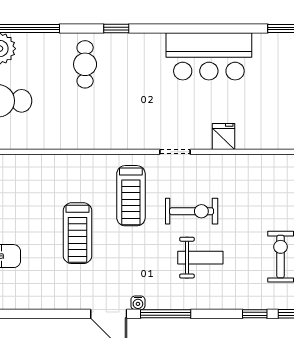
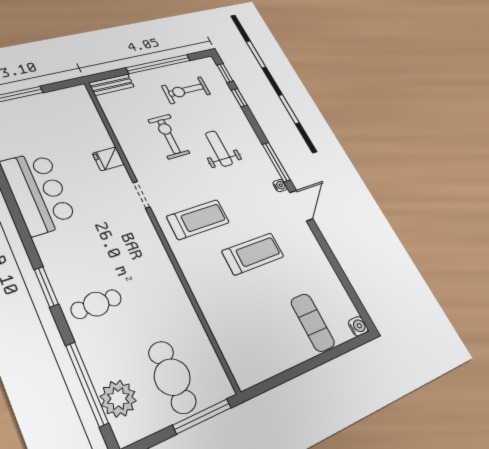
window: (116, 29) -> (46, 287), width x1.50
exercise bike: (192, 211) -> (169, 136), moved

